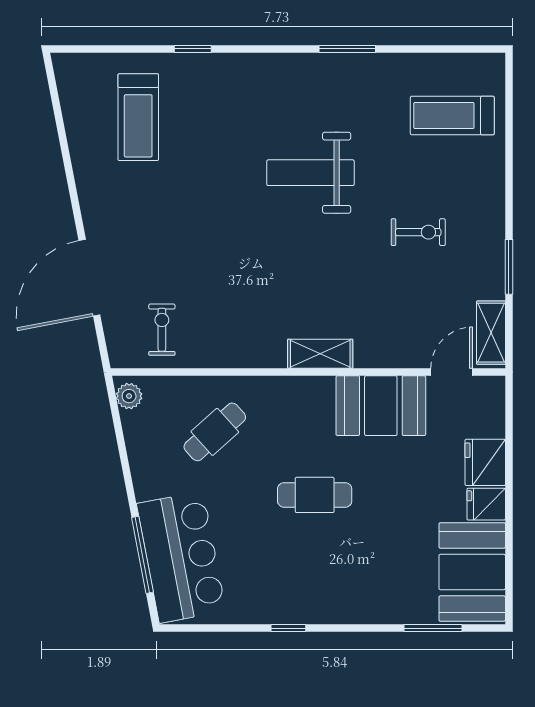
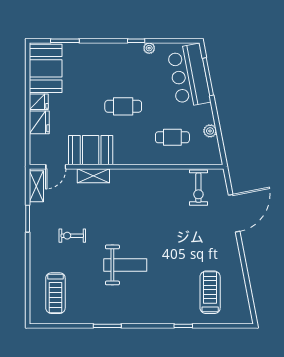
treadmill: (452, 116) -> (55, 293), turned 90
exercise bike: (162, 330) -> (198, 188), width x1.38, depth x1.39
shelving: (320, 354) -> (93, 176), moved
plant: (129, 396) -> (210, 131), moved
cafe table: (215, 432) -> (172, 137), turned 42
plant: (262, 613) -> (149, 48), added

